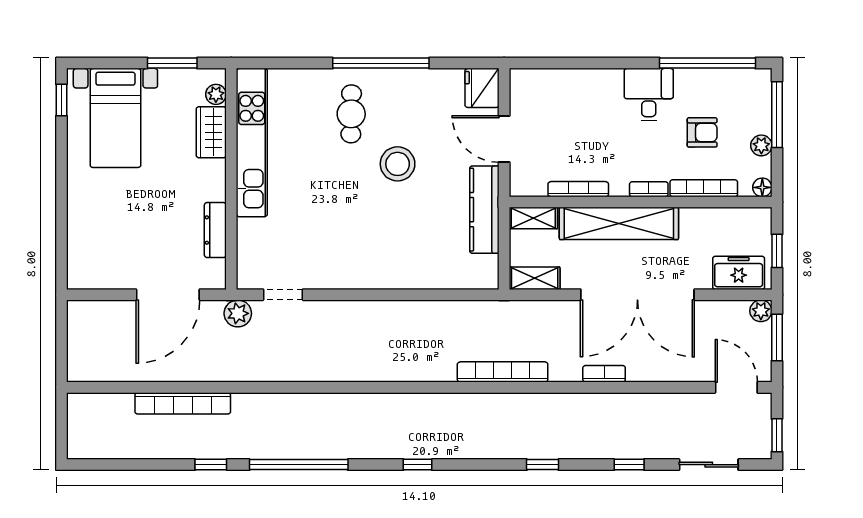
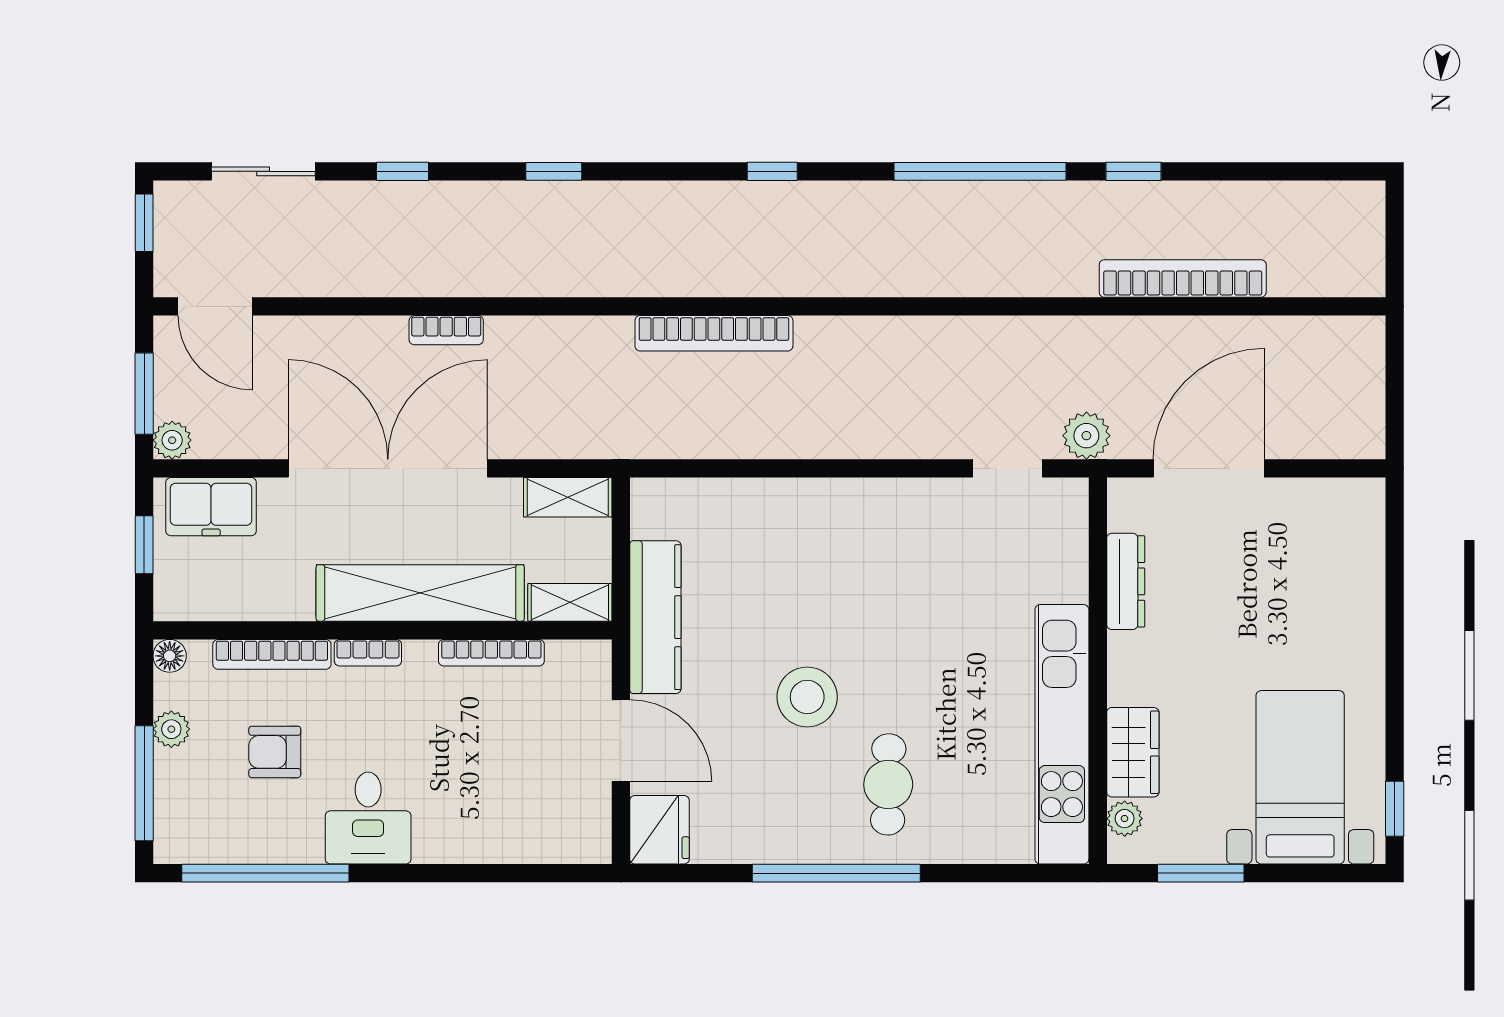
bookcase: (503, 372) -> (714, 333), moved

